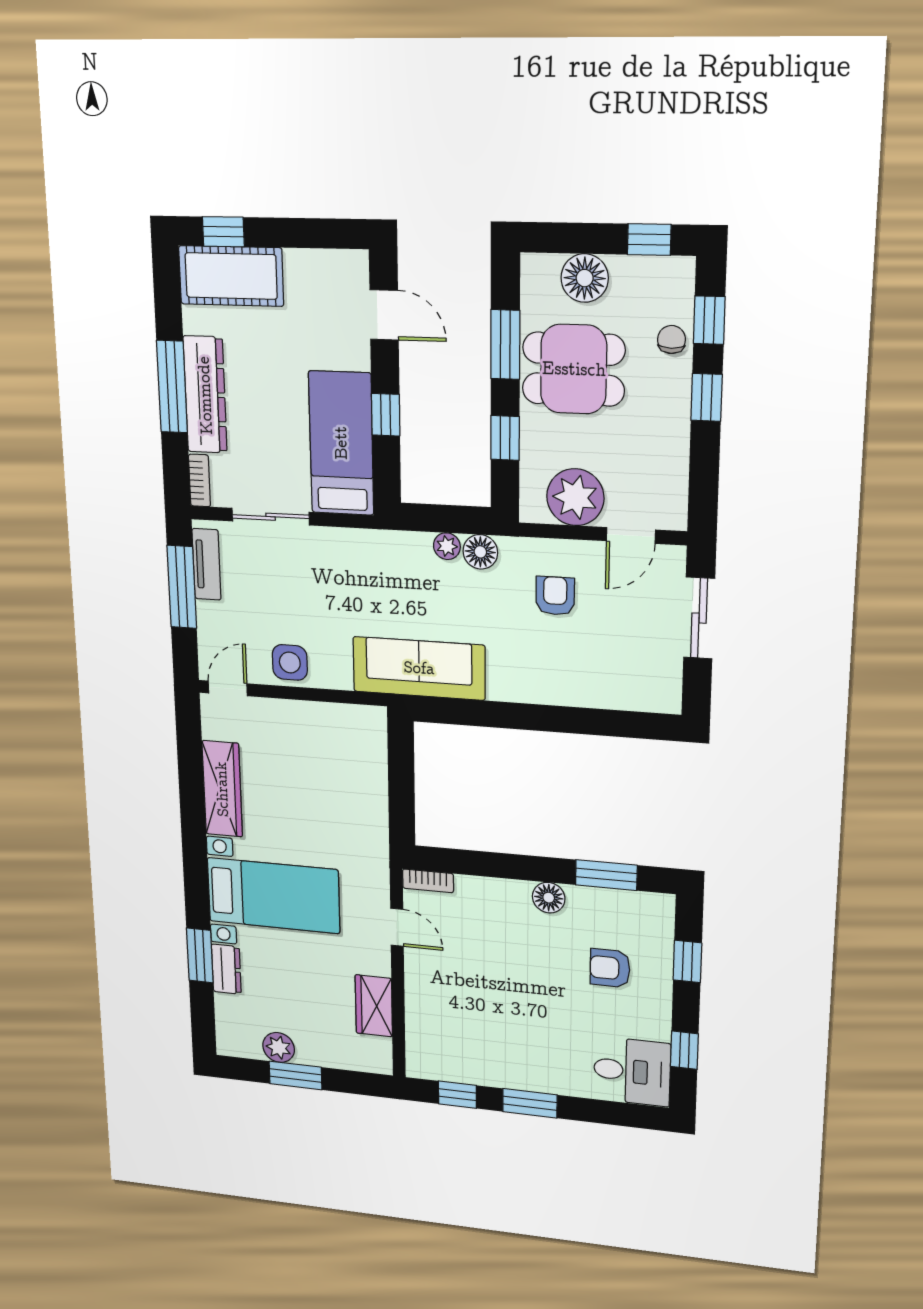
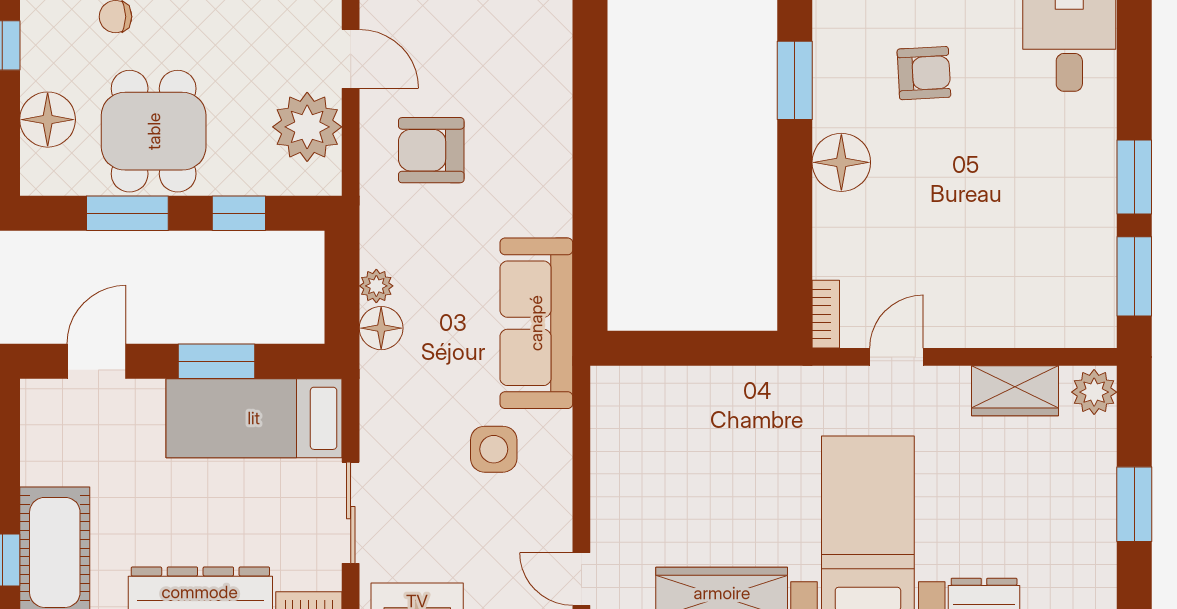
window: (386, 415) -> (216, 361), width x1.50
floor lamp: (480, 552) -> (381, 328), moved
armchair: (555, 596) -> (431, 150), width x1.38, depth x1.38
side table: (290, 662) -> (494, 449), moved
floor lamp: (549, 898) -> (841, 162), width x1.38, depth x1.38
armchair: (610, 968) -> (924, 73), turned -93
plant: (279, 1047) -> (1094, 392), moved
window: (457, 1095) -> (1134, 276), width x1.50

